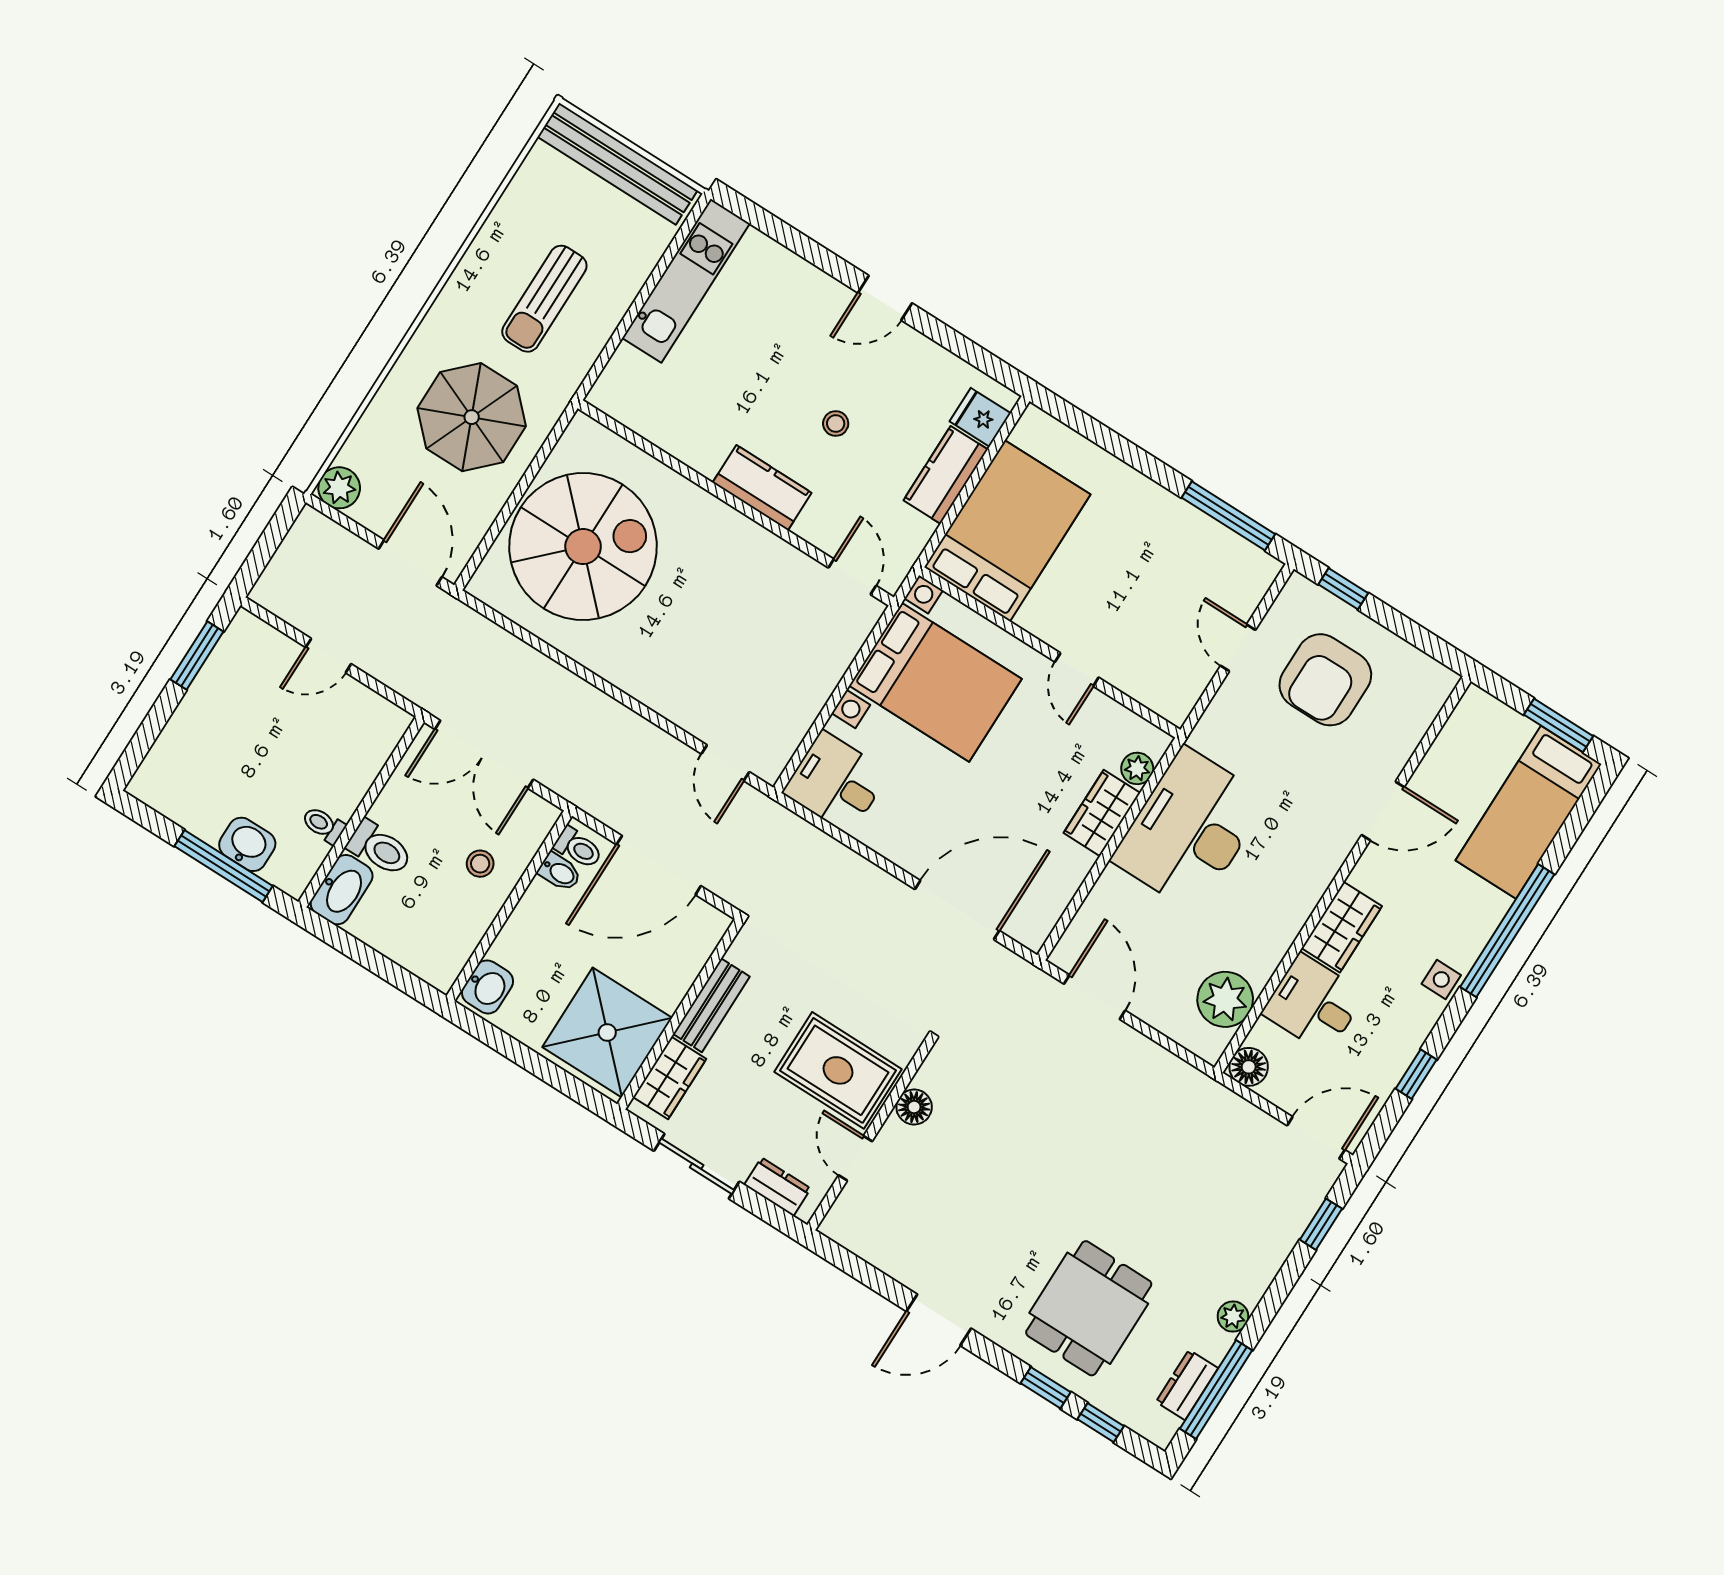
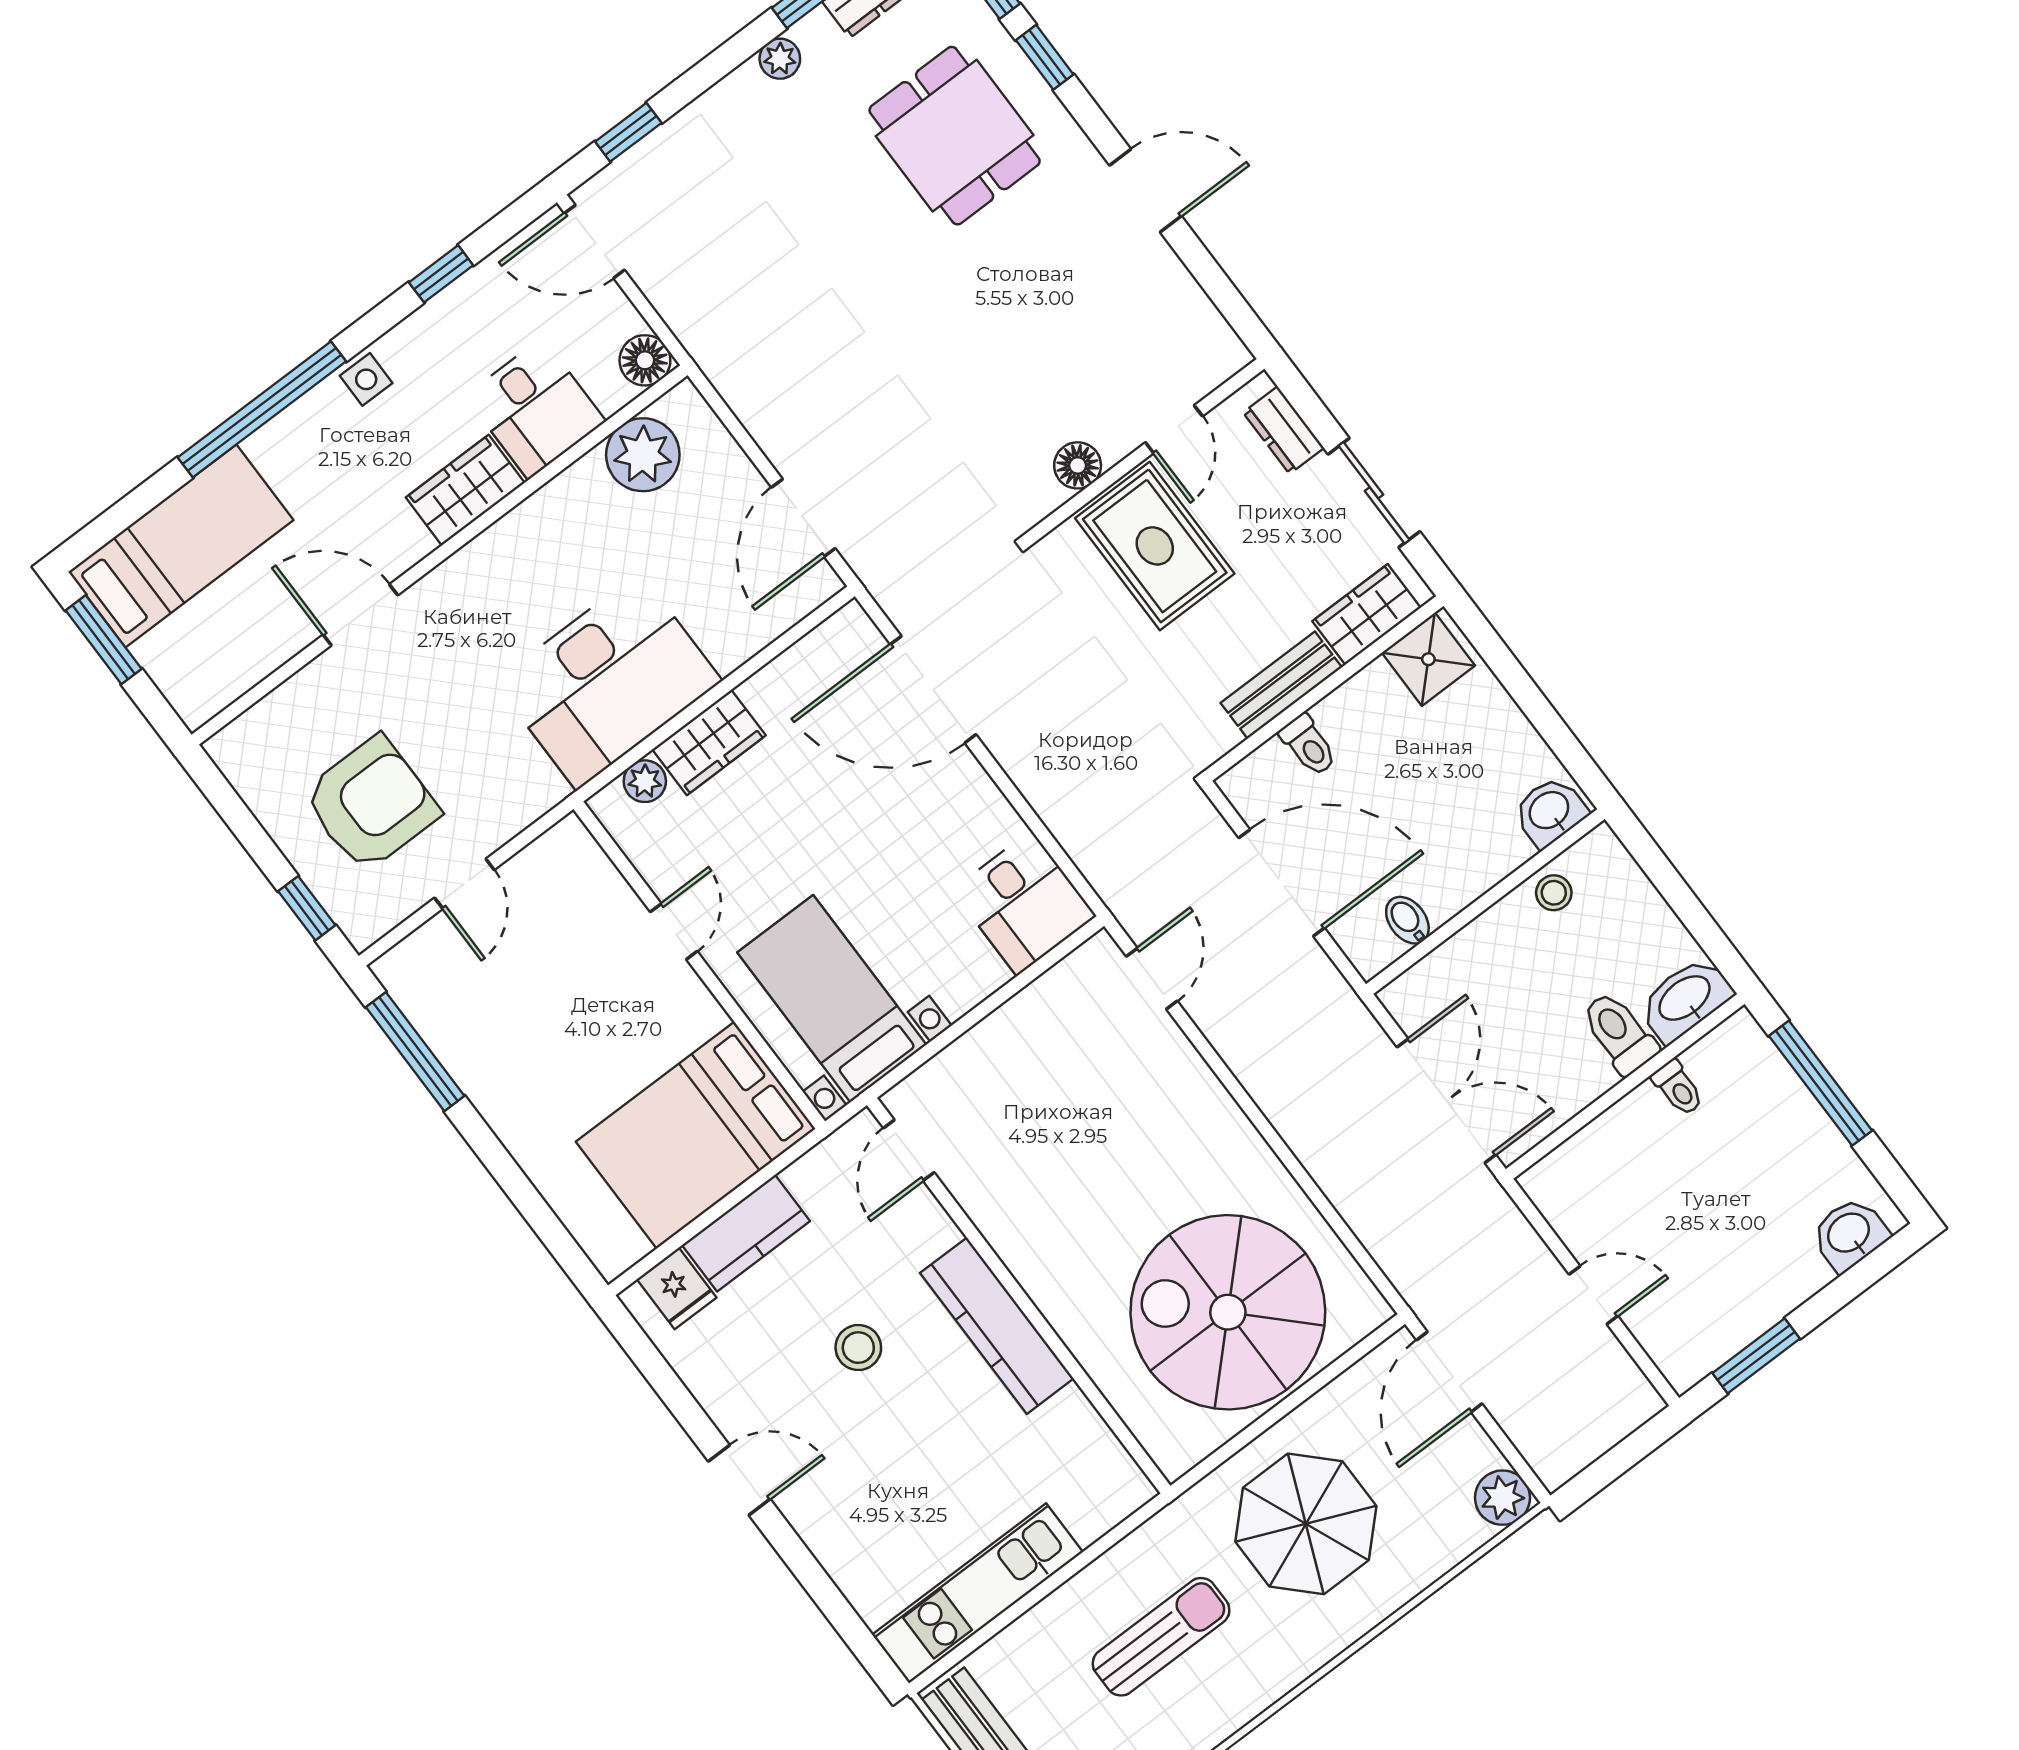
stool: (836, 423) -> (858, 1348), width x1.37, depth x1.37
kitchen counter: (762, 488) -> (997, 1326), width x1.50
bed with nightstands: (935, 682) -> (832, 999), width x0.73
washbasin: (247, 844) -> (1849, 1234), moved, turned 90
toilet: (578, 848) -> (1309, 745), moved, turned 180
stool: (480, 864) -> (1554, 893), moved
shower: (607, 1033) -> (1428, 659), width x0.54, depth x0.54
dining table: (1089, 1308) -> (955, 136), turned 90

